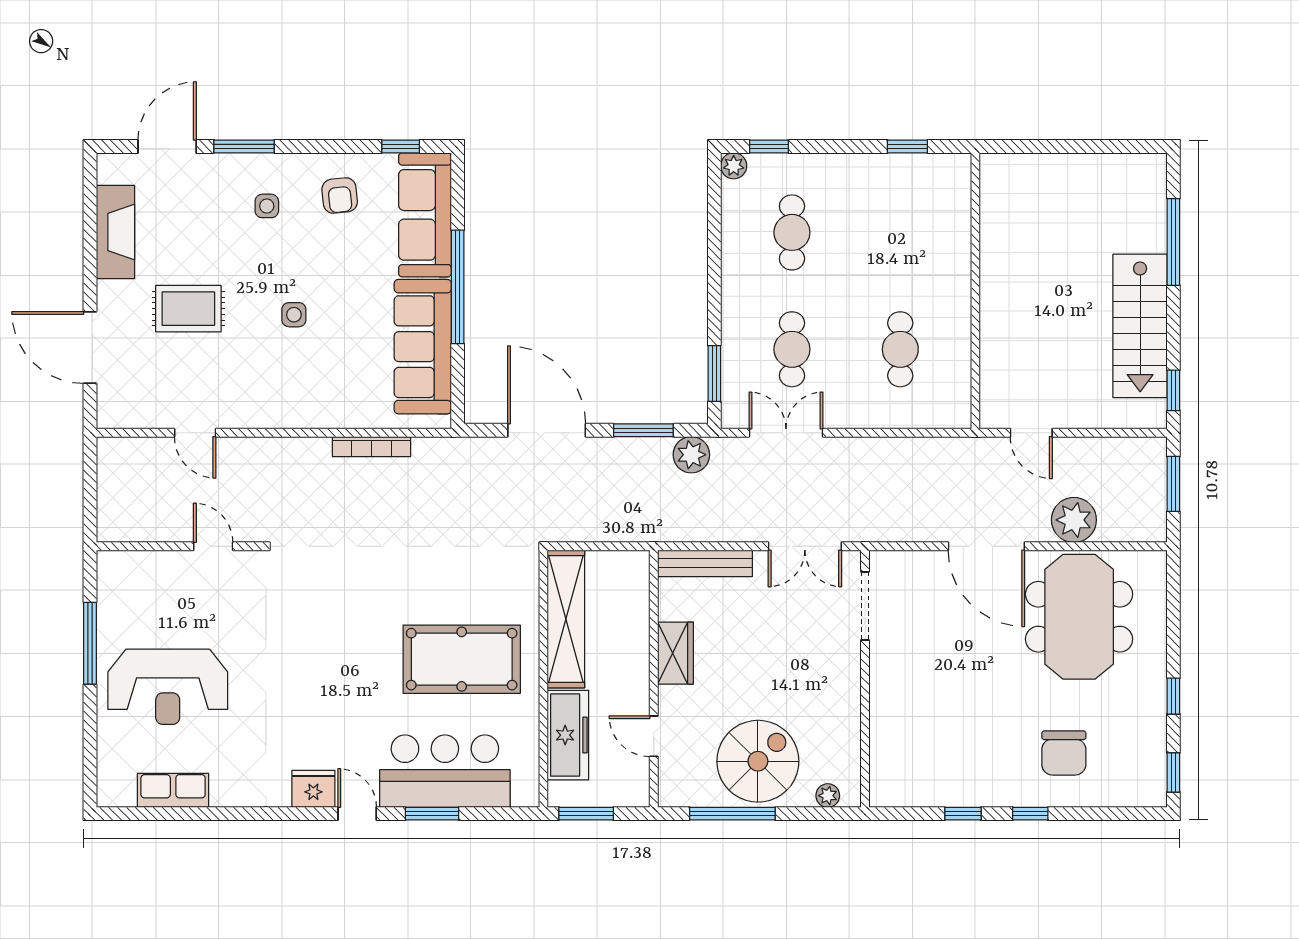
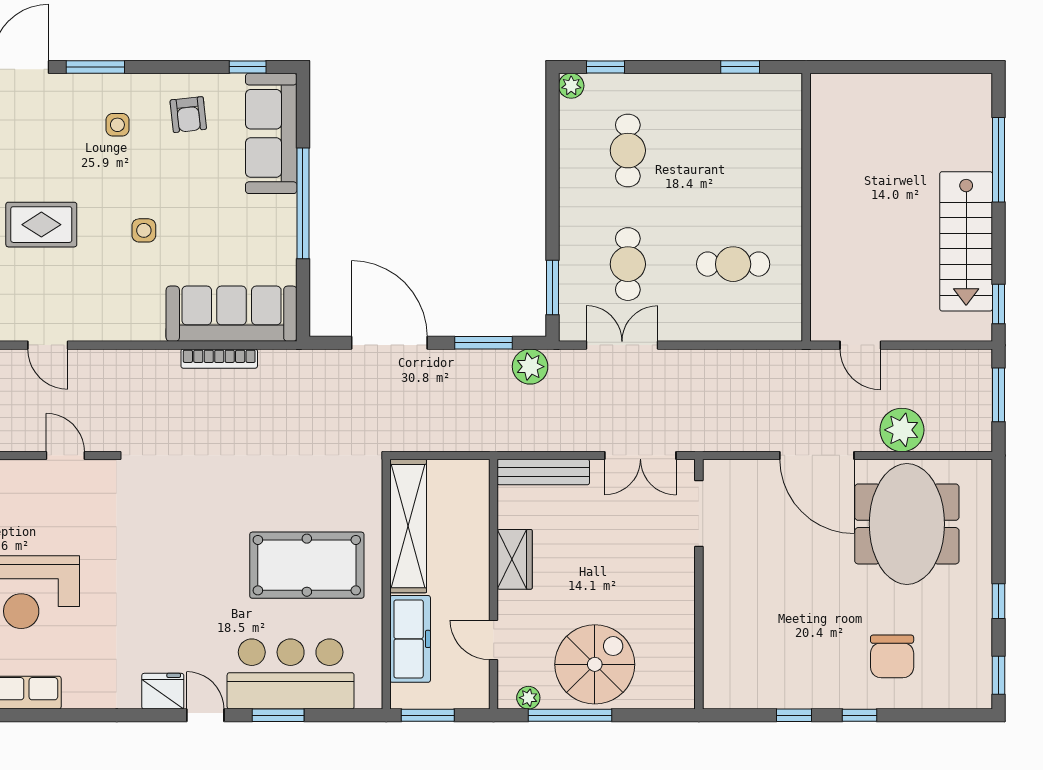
sofa: (423, 347) -> (232, 314), moved, turned 90
cafe table: (900, 349) -> (733, 264), turned 90
plant: (828, 796) -> (528, 698), moved

